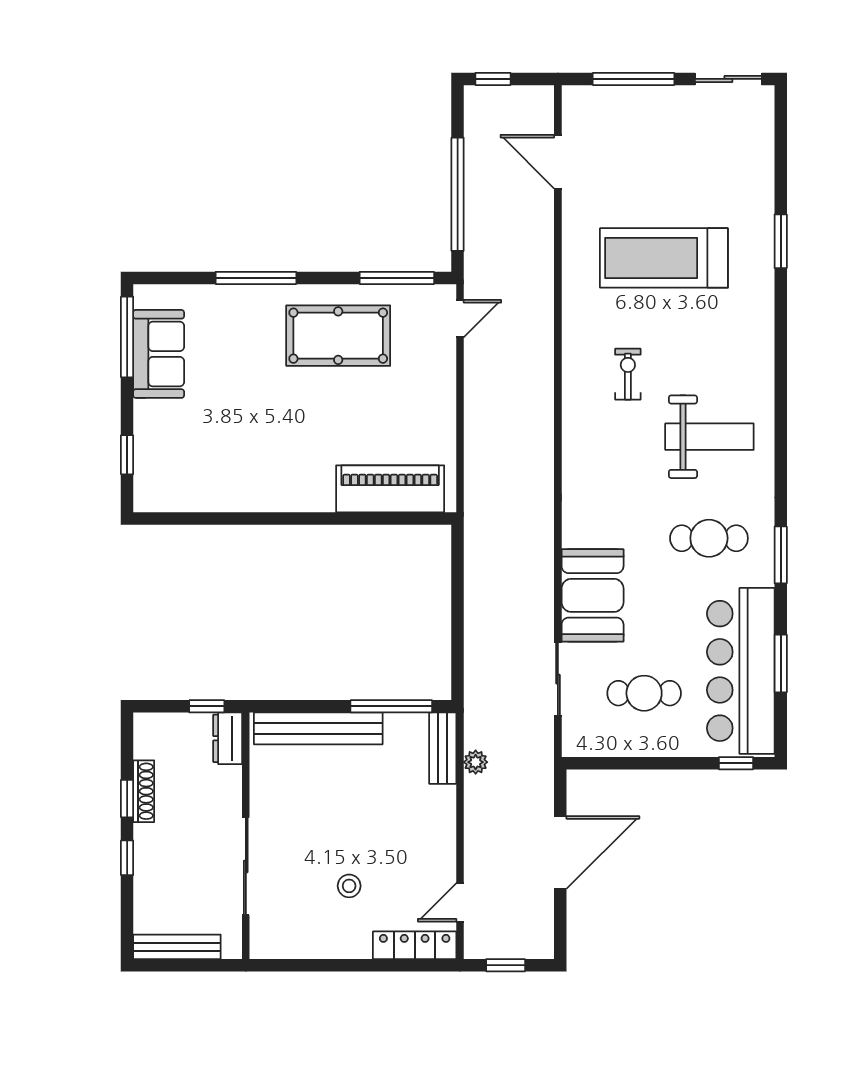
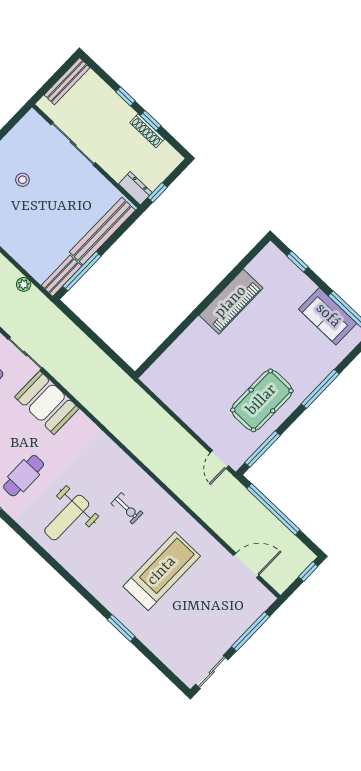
piano: (390, 489) -> (231, 302), moved
bench: (443, 748) -> (61, 276), moved, turned 90

